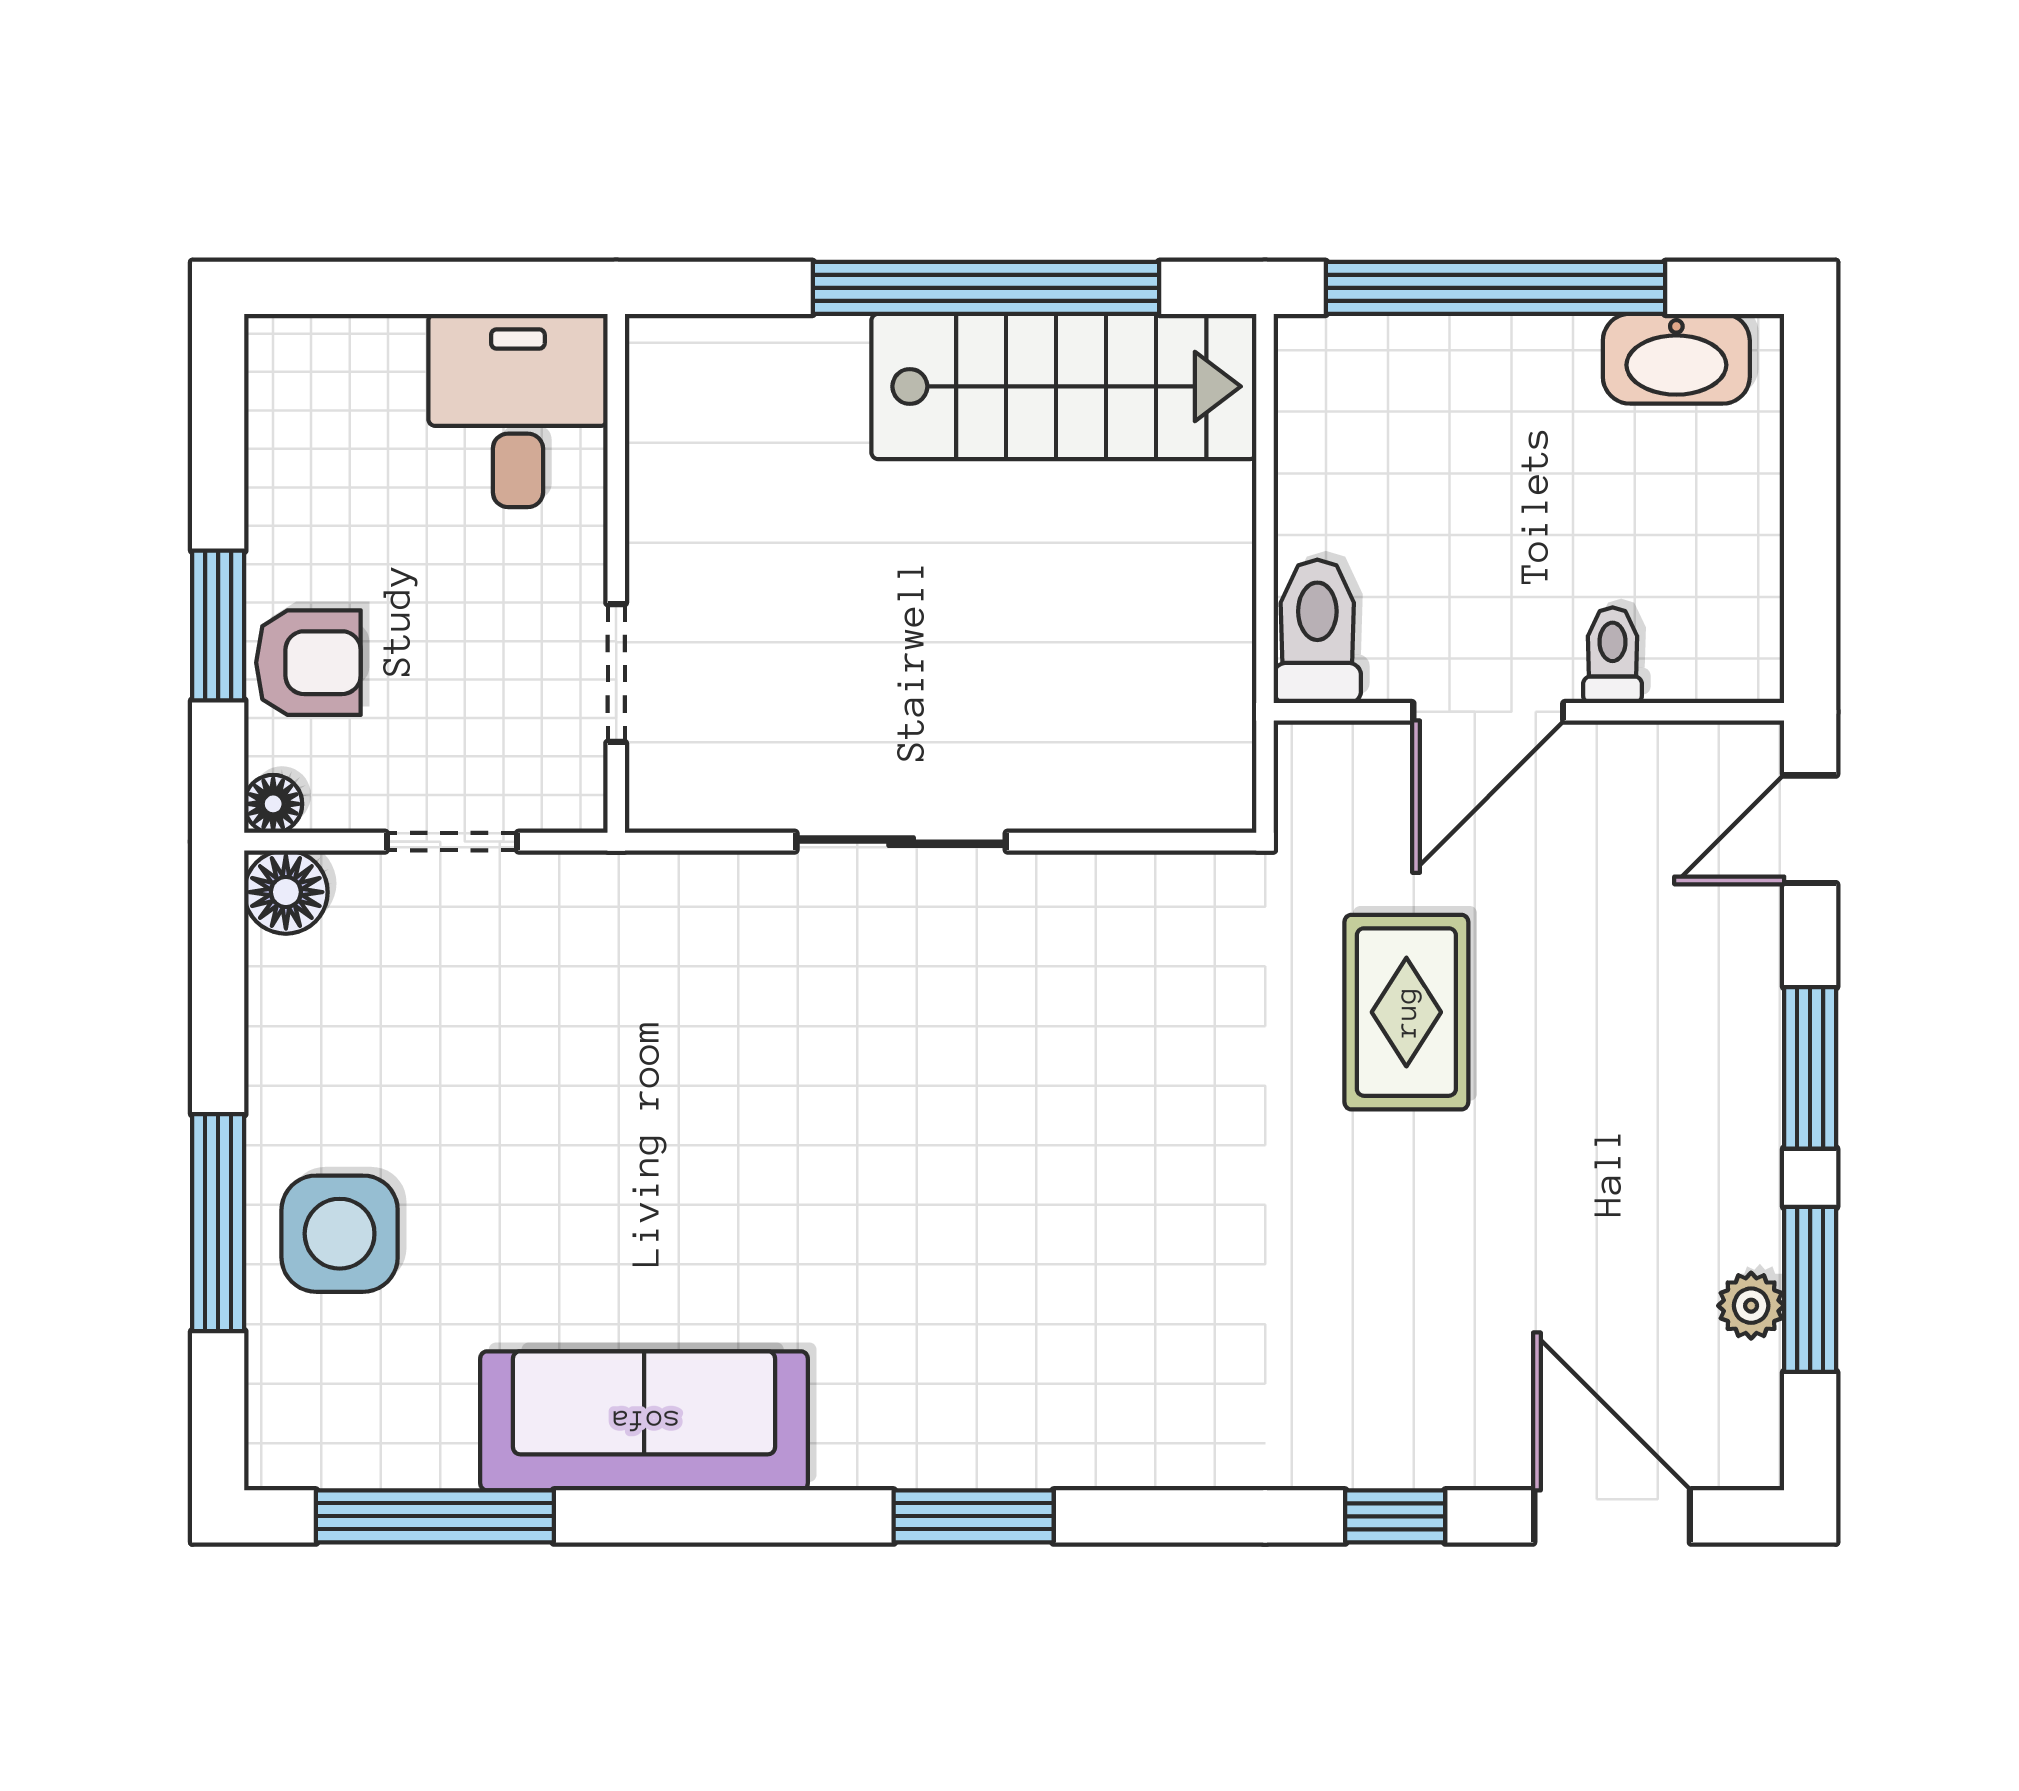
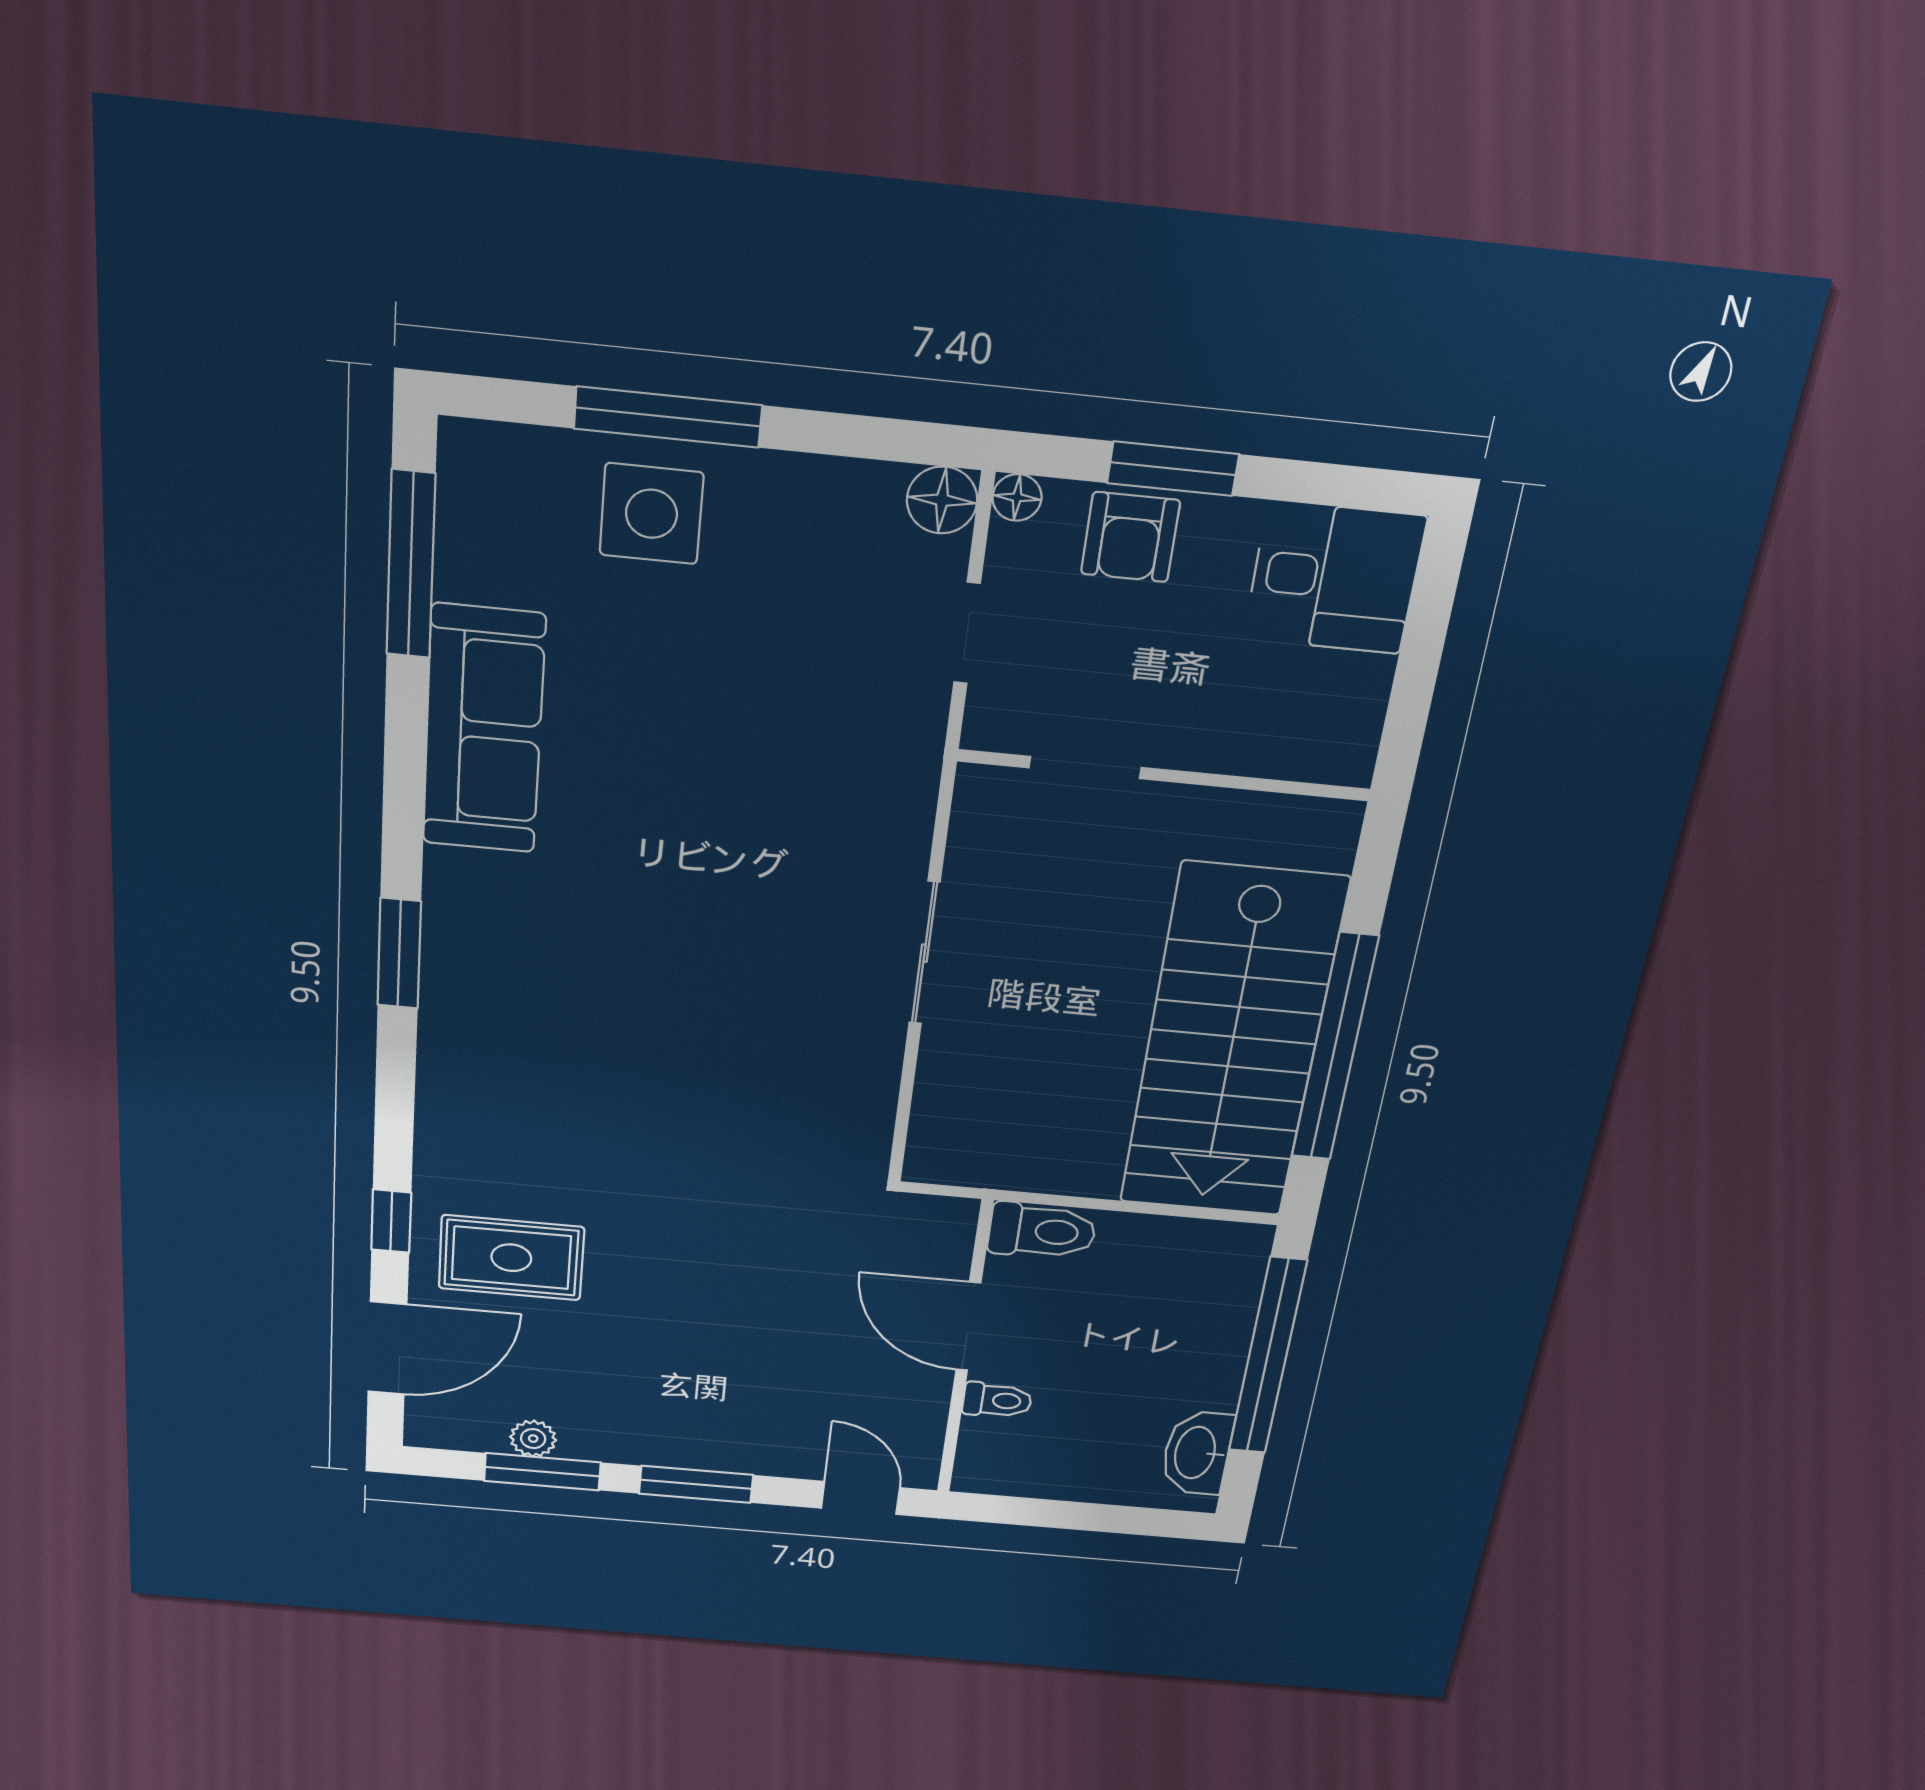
stairs: (1064, 386) -> (1232, 1044), width x1.36, depth x1.51
desk: (518, 410) -> (1335, 578), moved
rug: (1406, 1012) -> (511, 1258), moved

